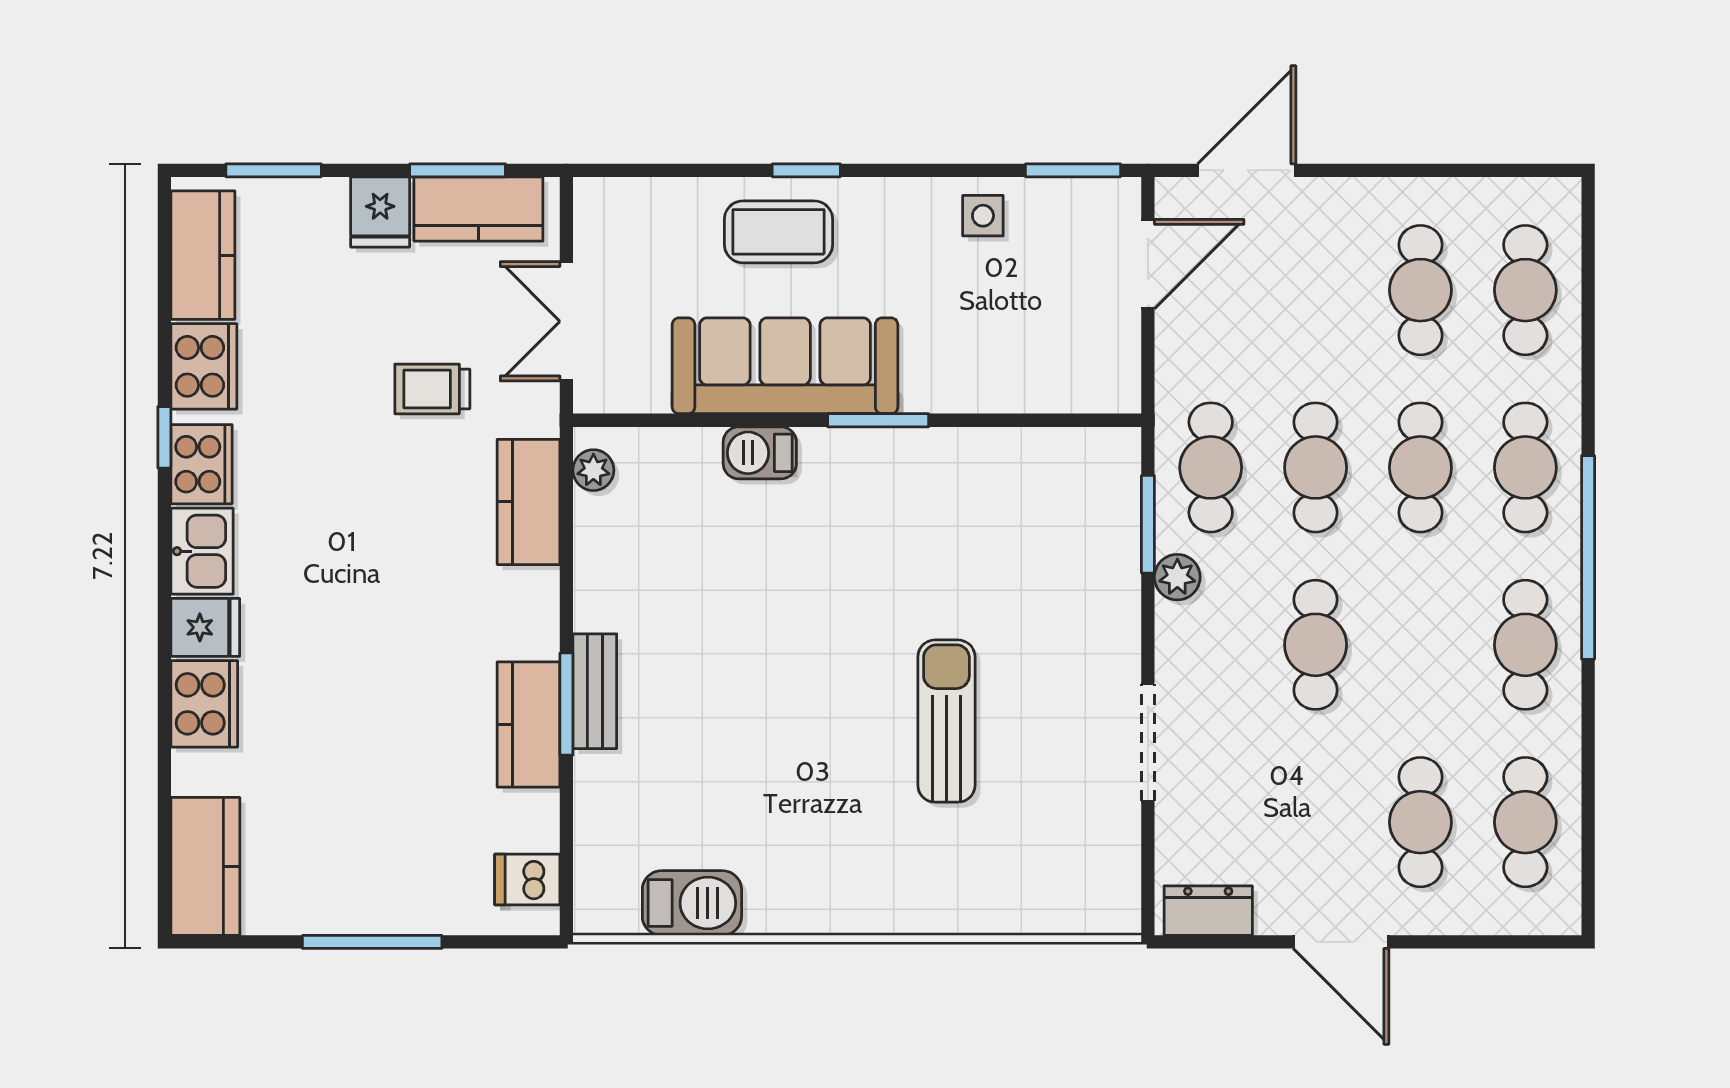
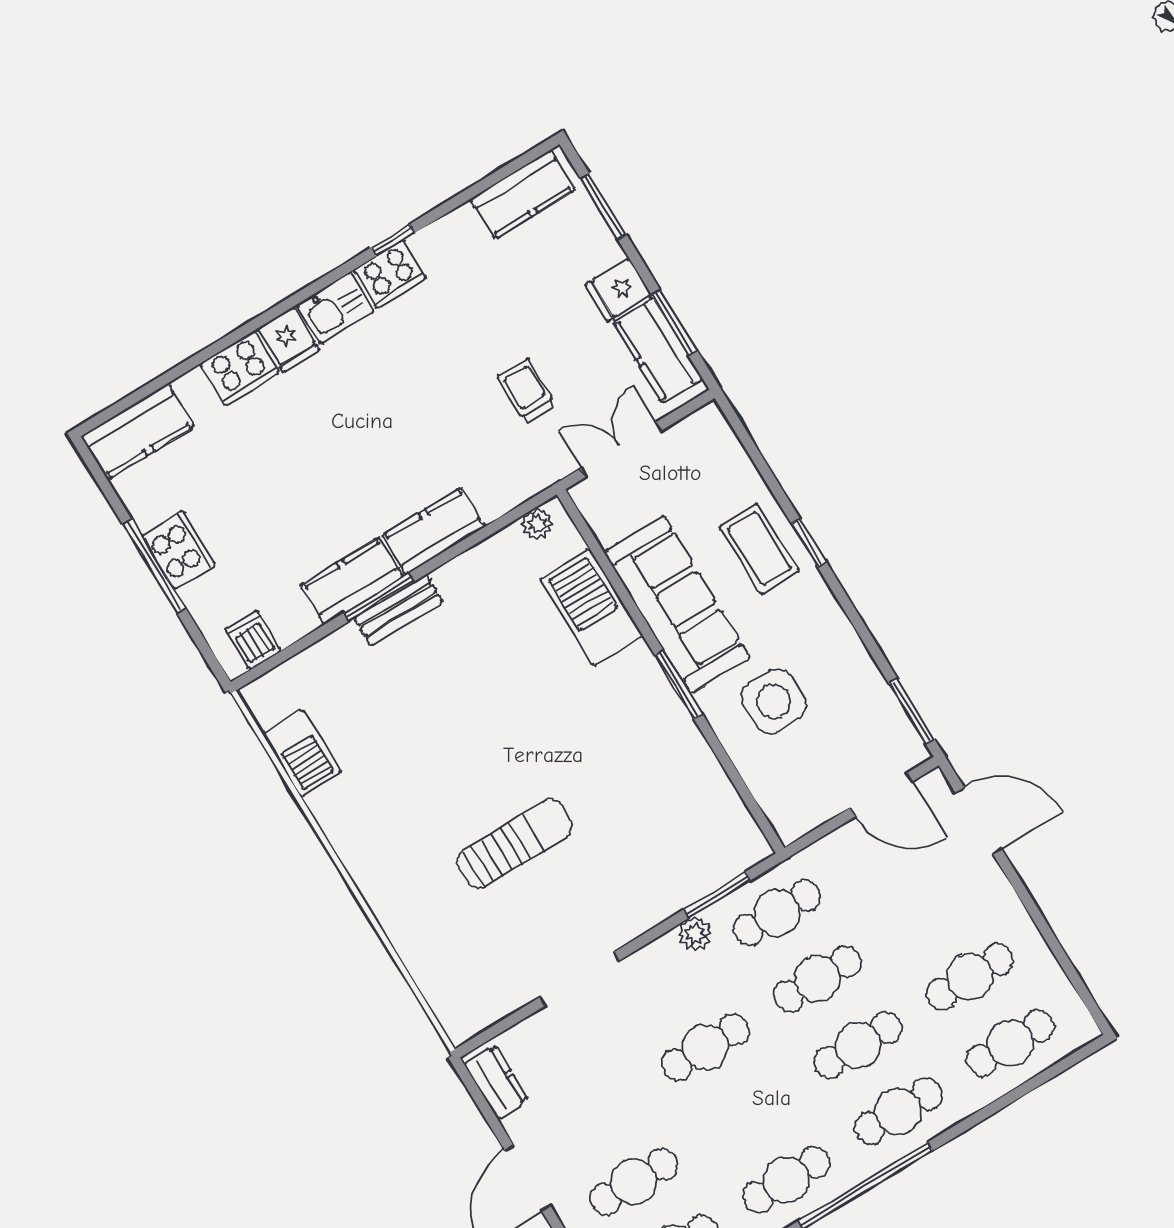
side table: (983, 216) -> (774, 701), moved, width x1.87, depth x1.87
cooker: (204, 366) -> (179, 550), moved, turned -90
barbecue: (760, 453) -> (591, 607), width x1.88, depth x1.53
kitchen counter: (529, 502) -> (434, 531), moved

